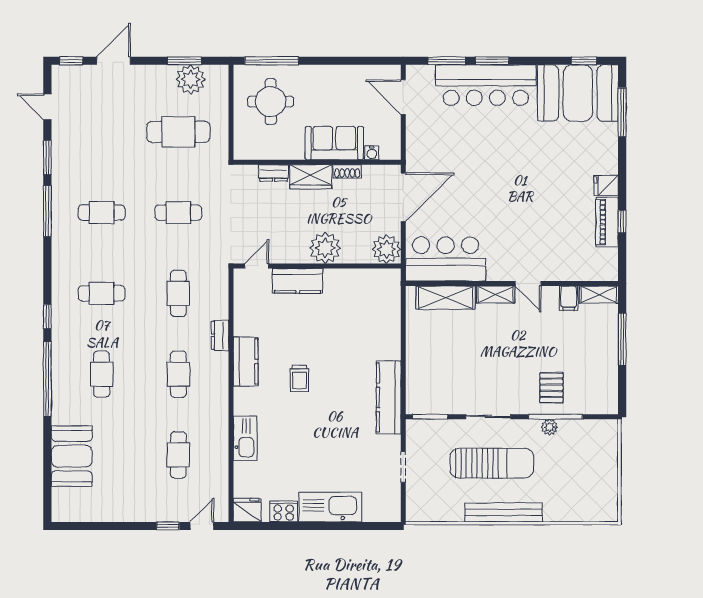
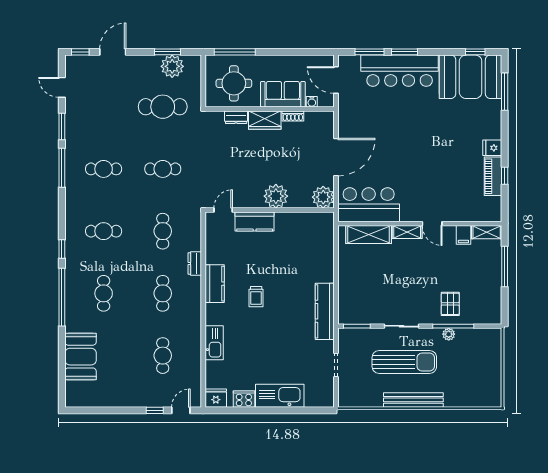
sofa: (334, 143) -> (283, 94), moved
water cooler: (372, 153) -> (312, 102), moved
wall: (317, 162) -> (270, 109), moved
shoe rack: (347, 171) -> (293, 116), moved
dresser: (274, 173) -> (236, 117), moved
wardrobe: (311, 177) -> (265, 120), moved

